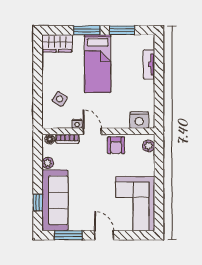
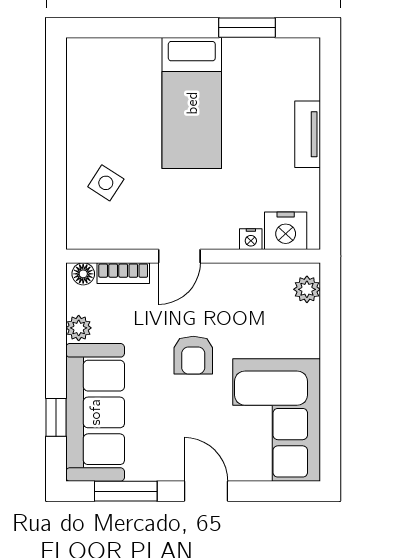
window: (87, 30) -> (167, 28), removed
wardrobe: (57, 43) -> (100, 57), removed
tv unit: (149, 64) -> (308, 134), moved
nightstand: (77, 124) -> (251, 239), moved
door: (92, 131) -> (179, 256), swing flipped
armchair: (116, 145) -> (193, 355), moved

